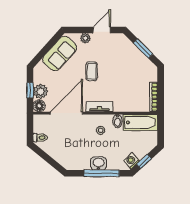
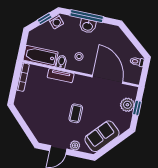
window: (143, 48) -> (23, 125), removed
floor lamp: (39, 106) -> (132, 92), removed
tv unit: (99, 107) -> (61, 76), moved
door: (66, 113) -> (107, 79), swing flipped

